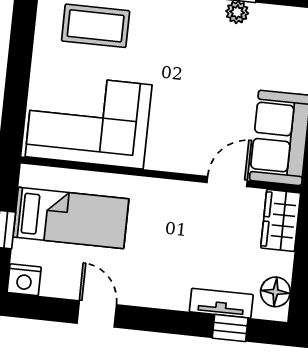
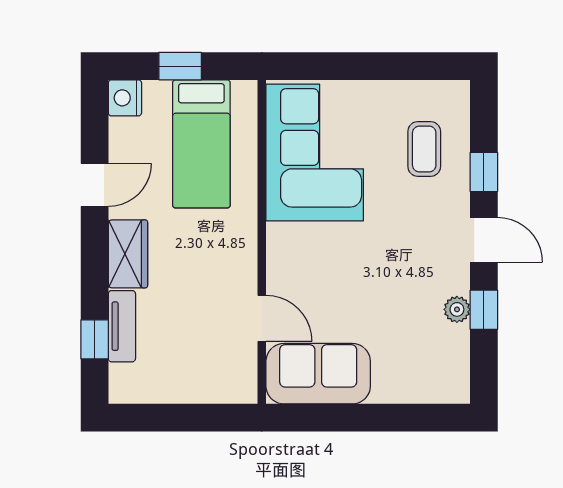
coffee table: (96, 26) -> (424, 149), width x0.73, depth x0.77
wardrobe: (281, 220) -> (128, 254), moved, turned 90
floor lamp: (275, 292) -> (141, 387), removed

